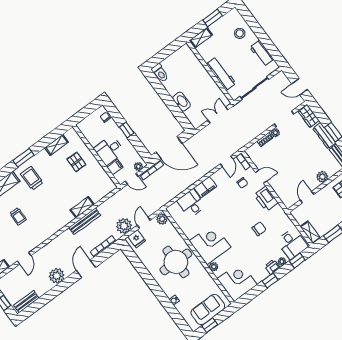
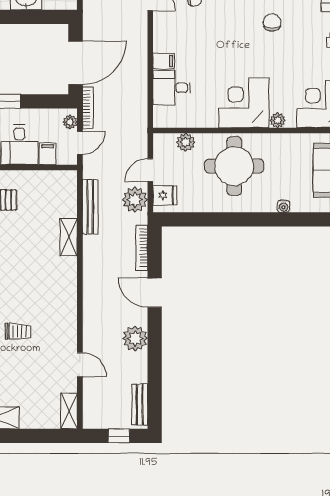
filing cabinet: (205, 187) -> (164, 61), width x0.50
plant: (162, 219) -> (186, 142), moved
bench: (85, 221) -> (90, 207), moved
door: (144, 223) -> (150, 170), hinge flipped

